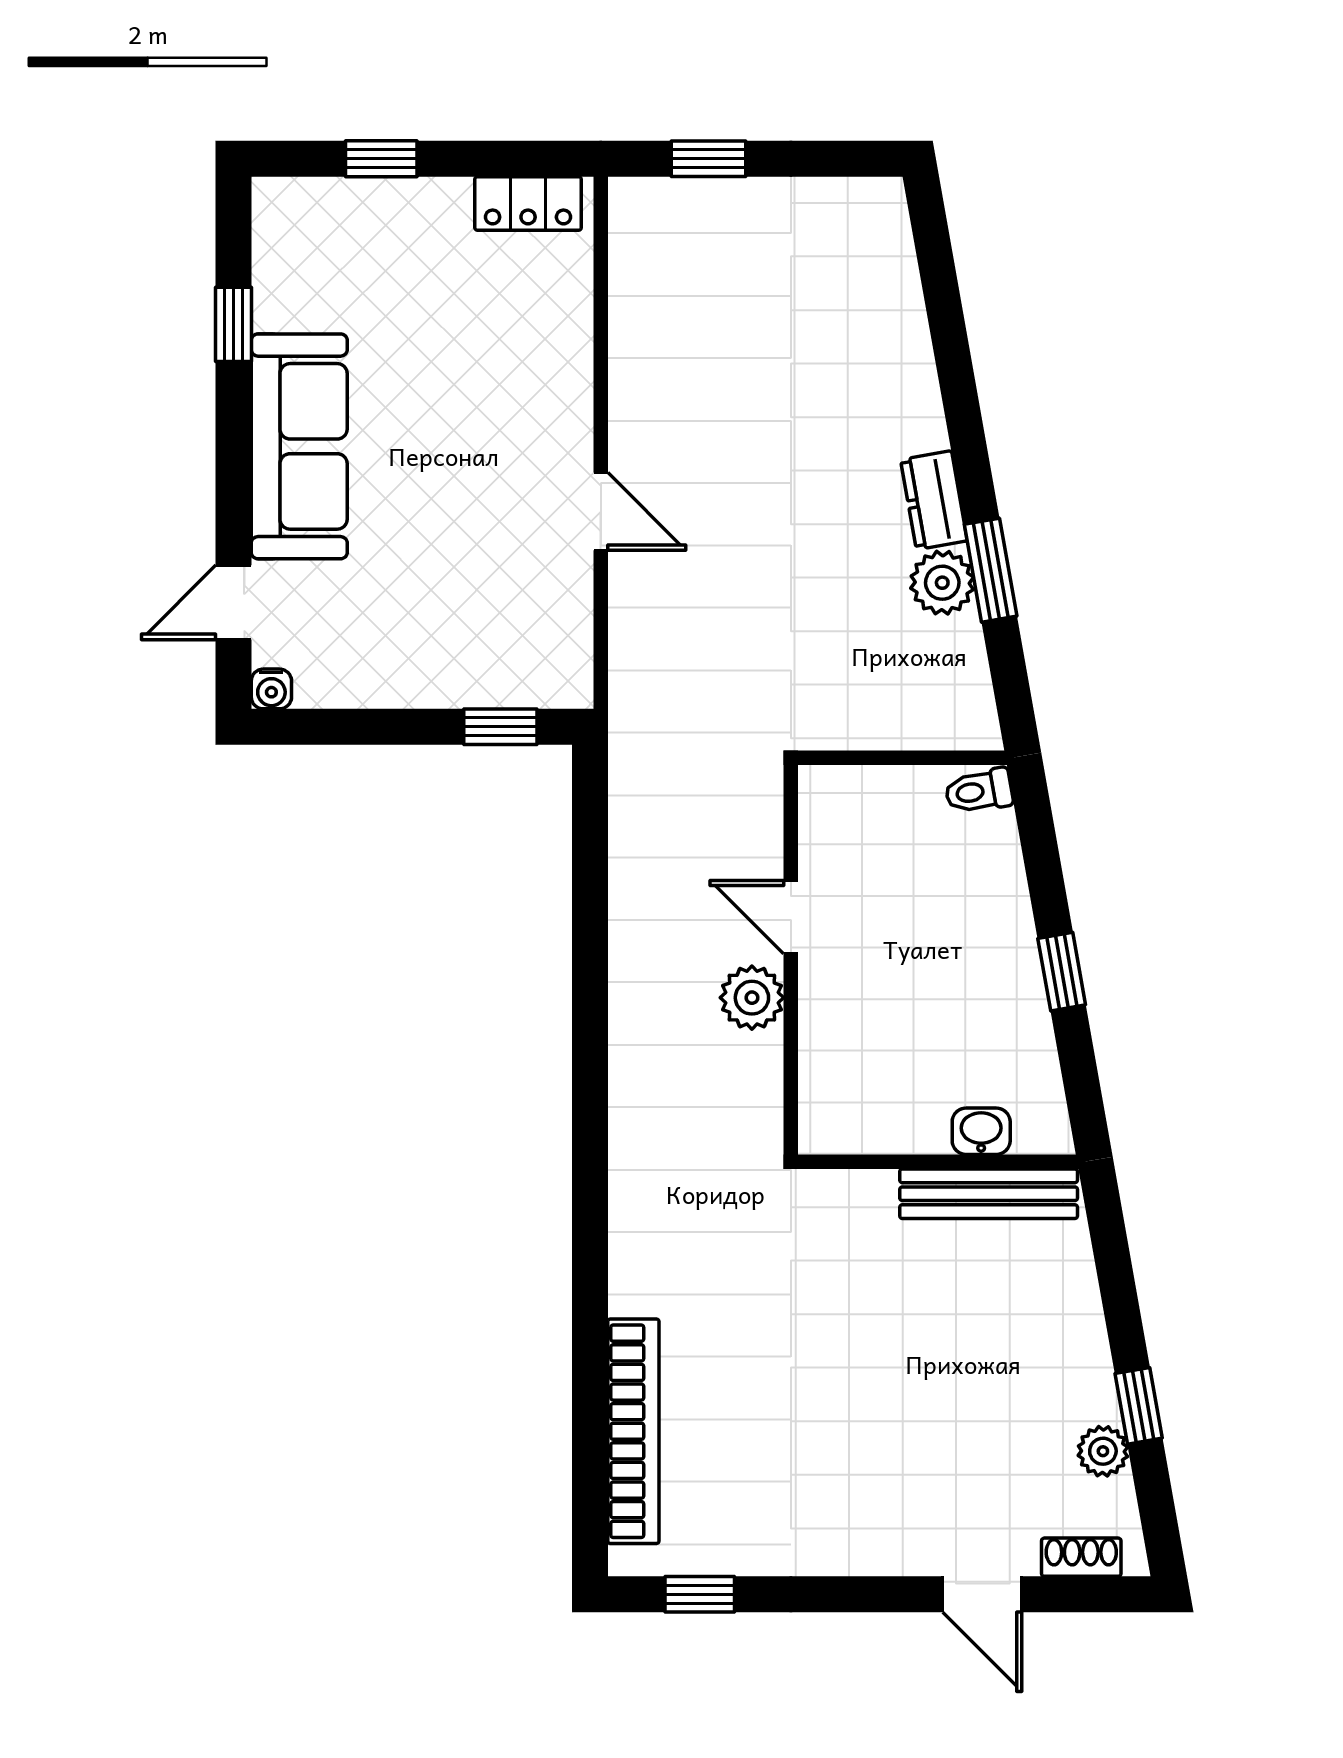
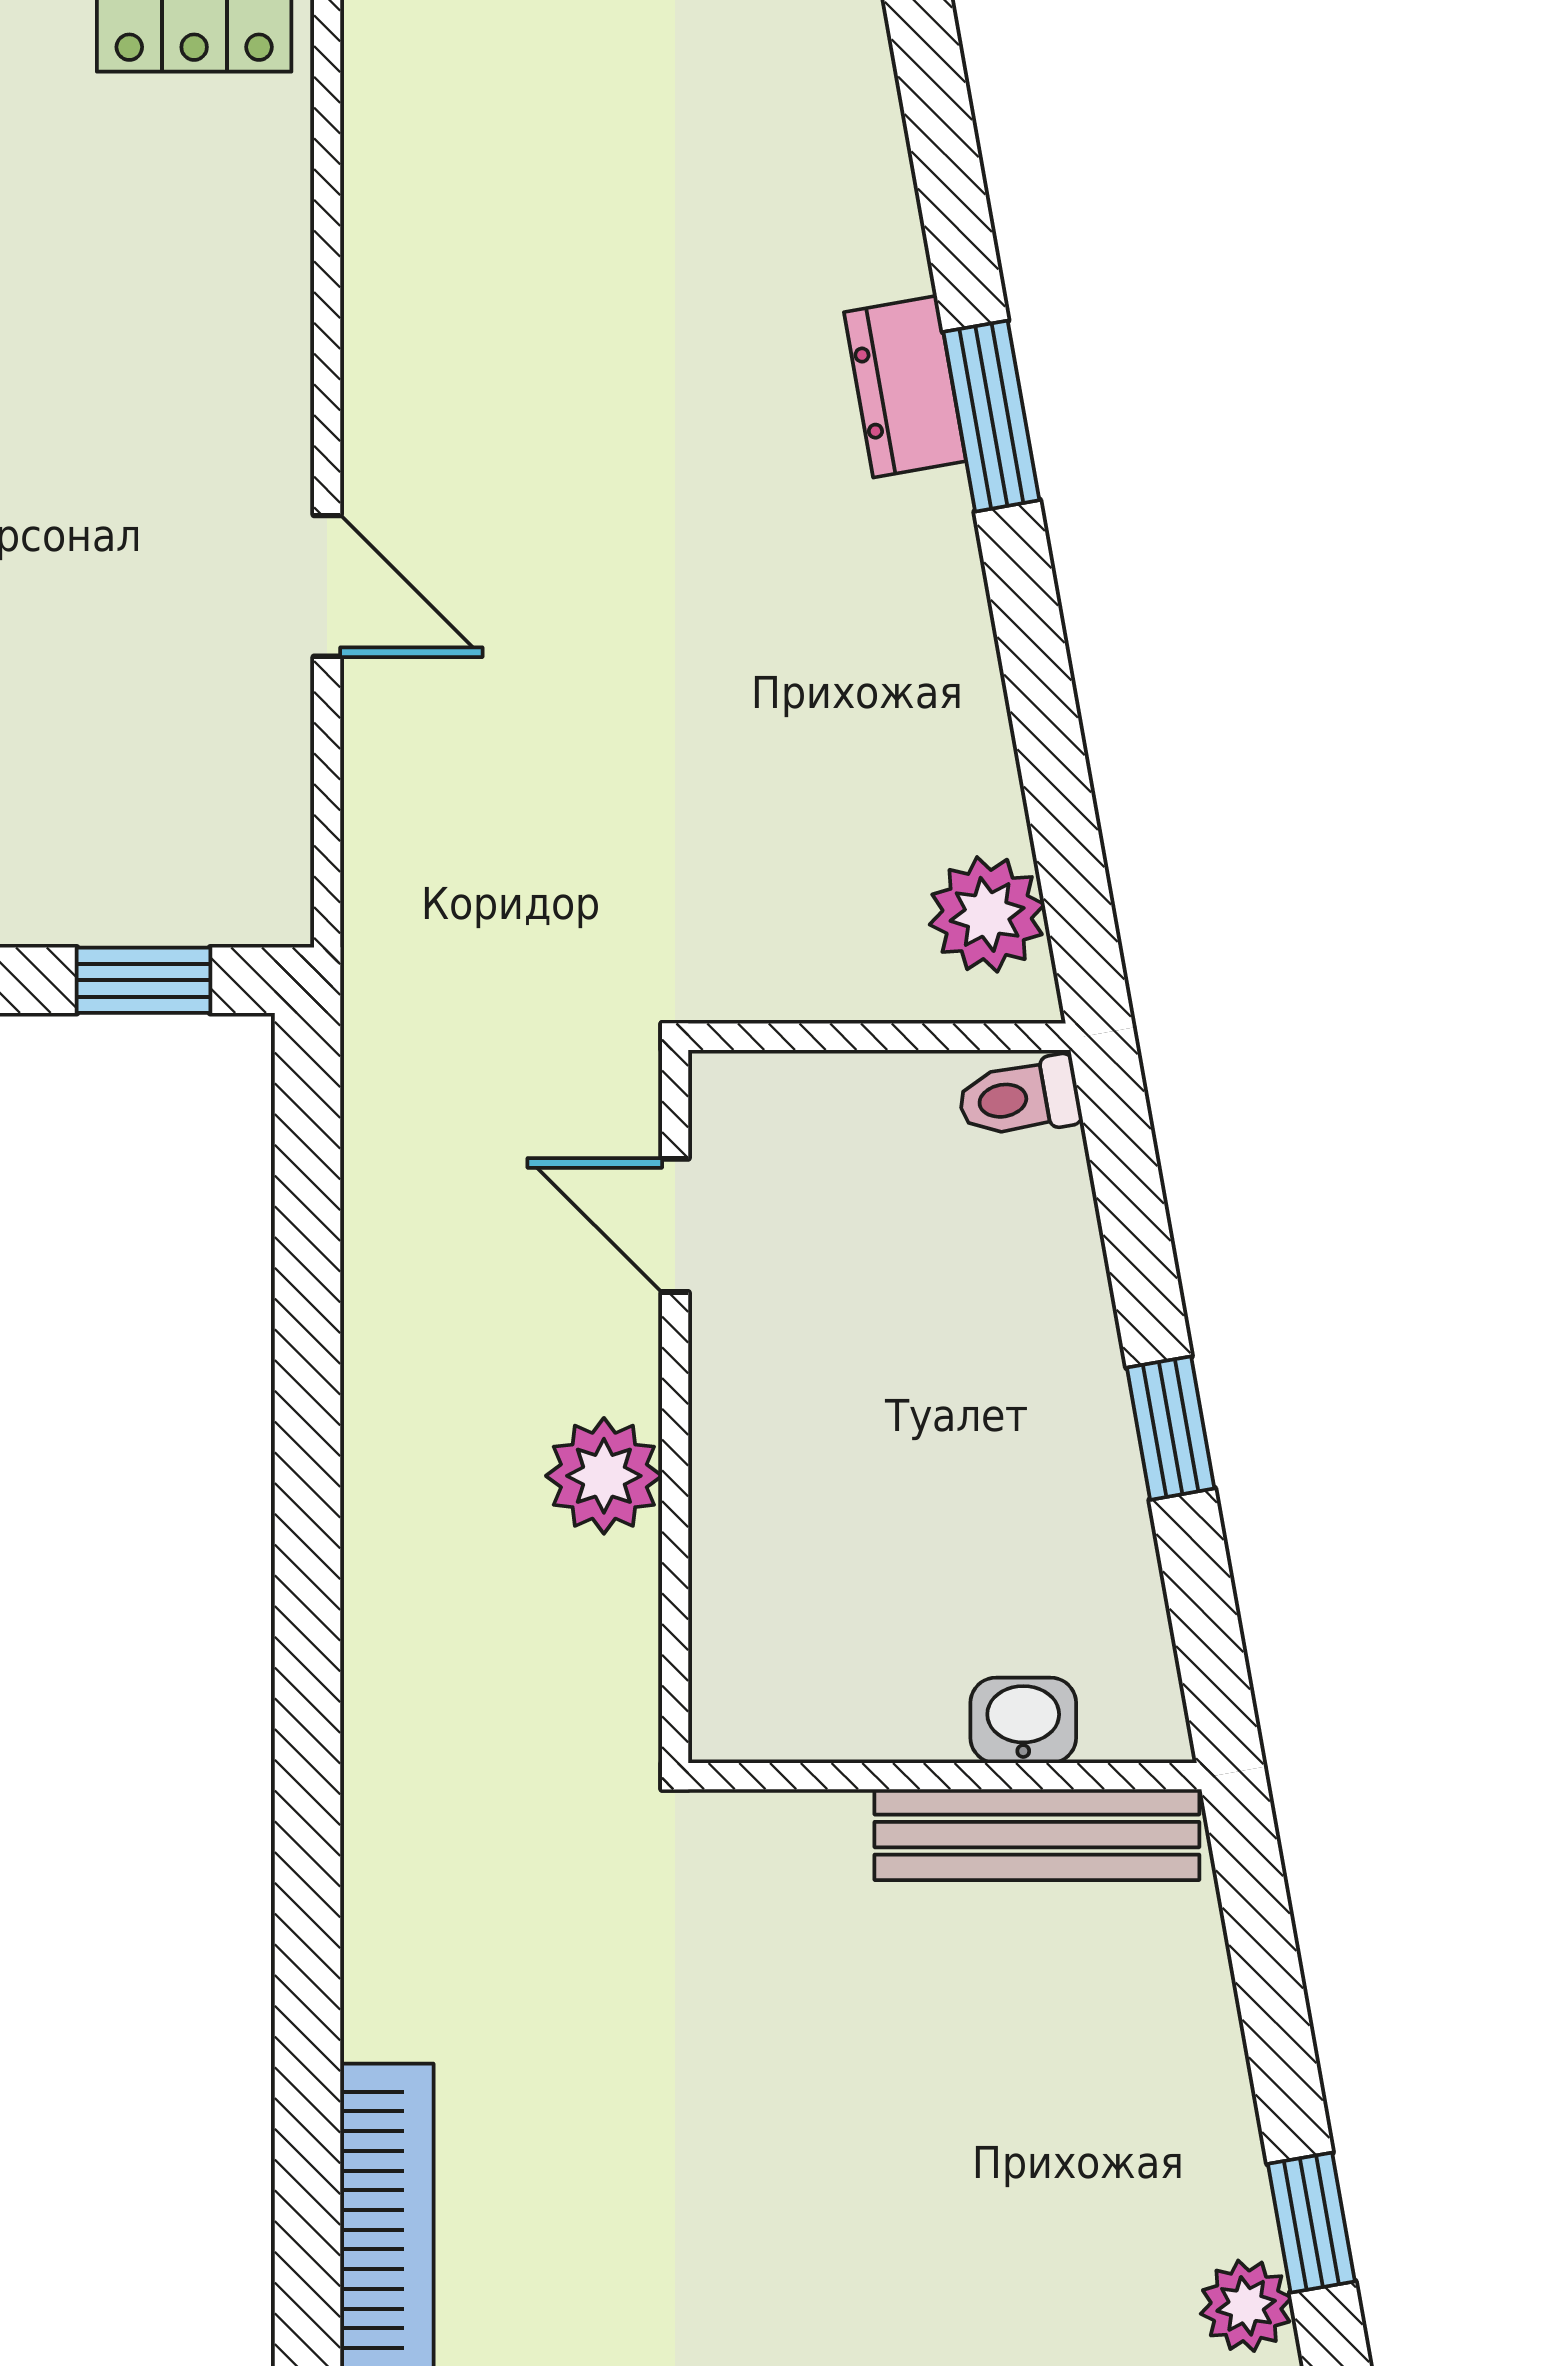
dresser: (934, 500) -> (905, 387), moved
window: (991, 570) -> (991, 416), moved
plant: (942, 583) -> (987, 914), moved
door: (791, 917) -> (675, 1225), moved

